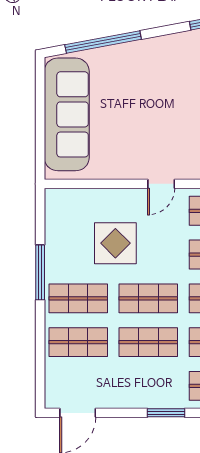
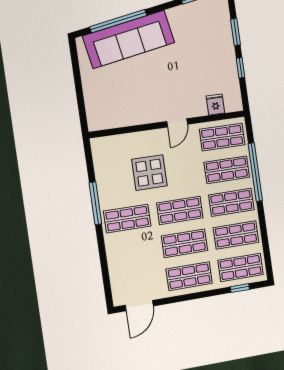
sofa: (67, 114) -> (129, 39), moved, turned 79
shop shelf: (78, 342) -> (189, 276), moved
window: (166, 413) -> (205, 294), removed

